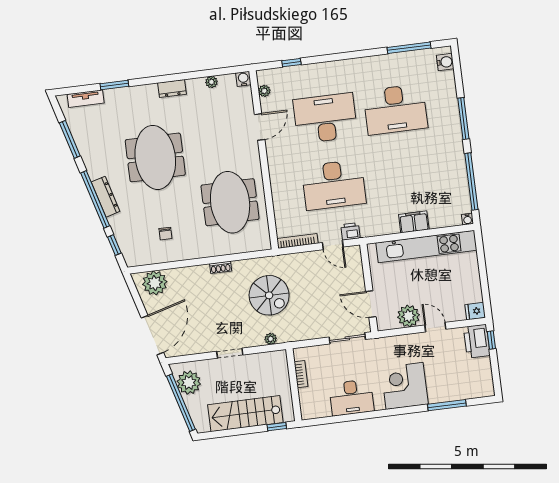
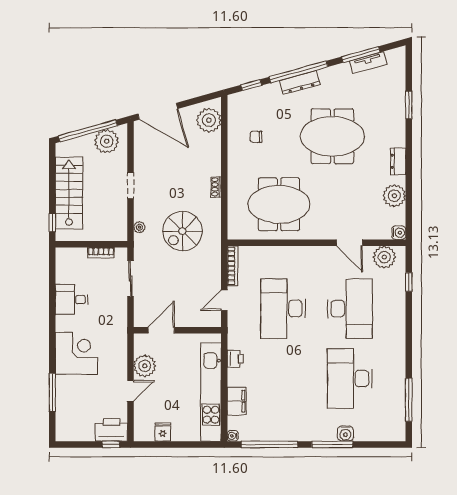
water cooler: (445, 62) -> (345, 433), moved
plant: (211, 82) -> (394, 196), width x1.88, depth x1.88
plant: (264, 91) -> (384, 257), width x1.88, depth x1.88
tv unit: (86, 99) -> (368, 63), moved, turned -106
filing cabinet: (414, 222) -> (237, 401), moved
printer: (350, 231) -> (235, 359), moved
fridge: (475, 311) -> (163, 432), moved
sliding door: (347, 338) -> (130, 279), moved
desk: (351, 397) -> (72, 300), width x0.73

